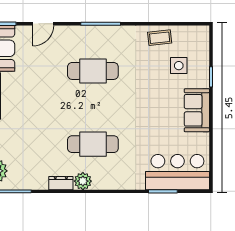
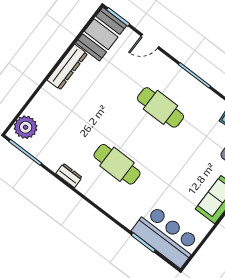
plant: (83, 181) -> (87, 187), removed

